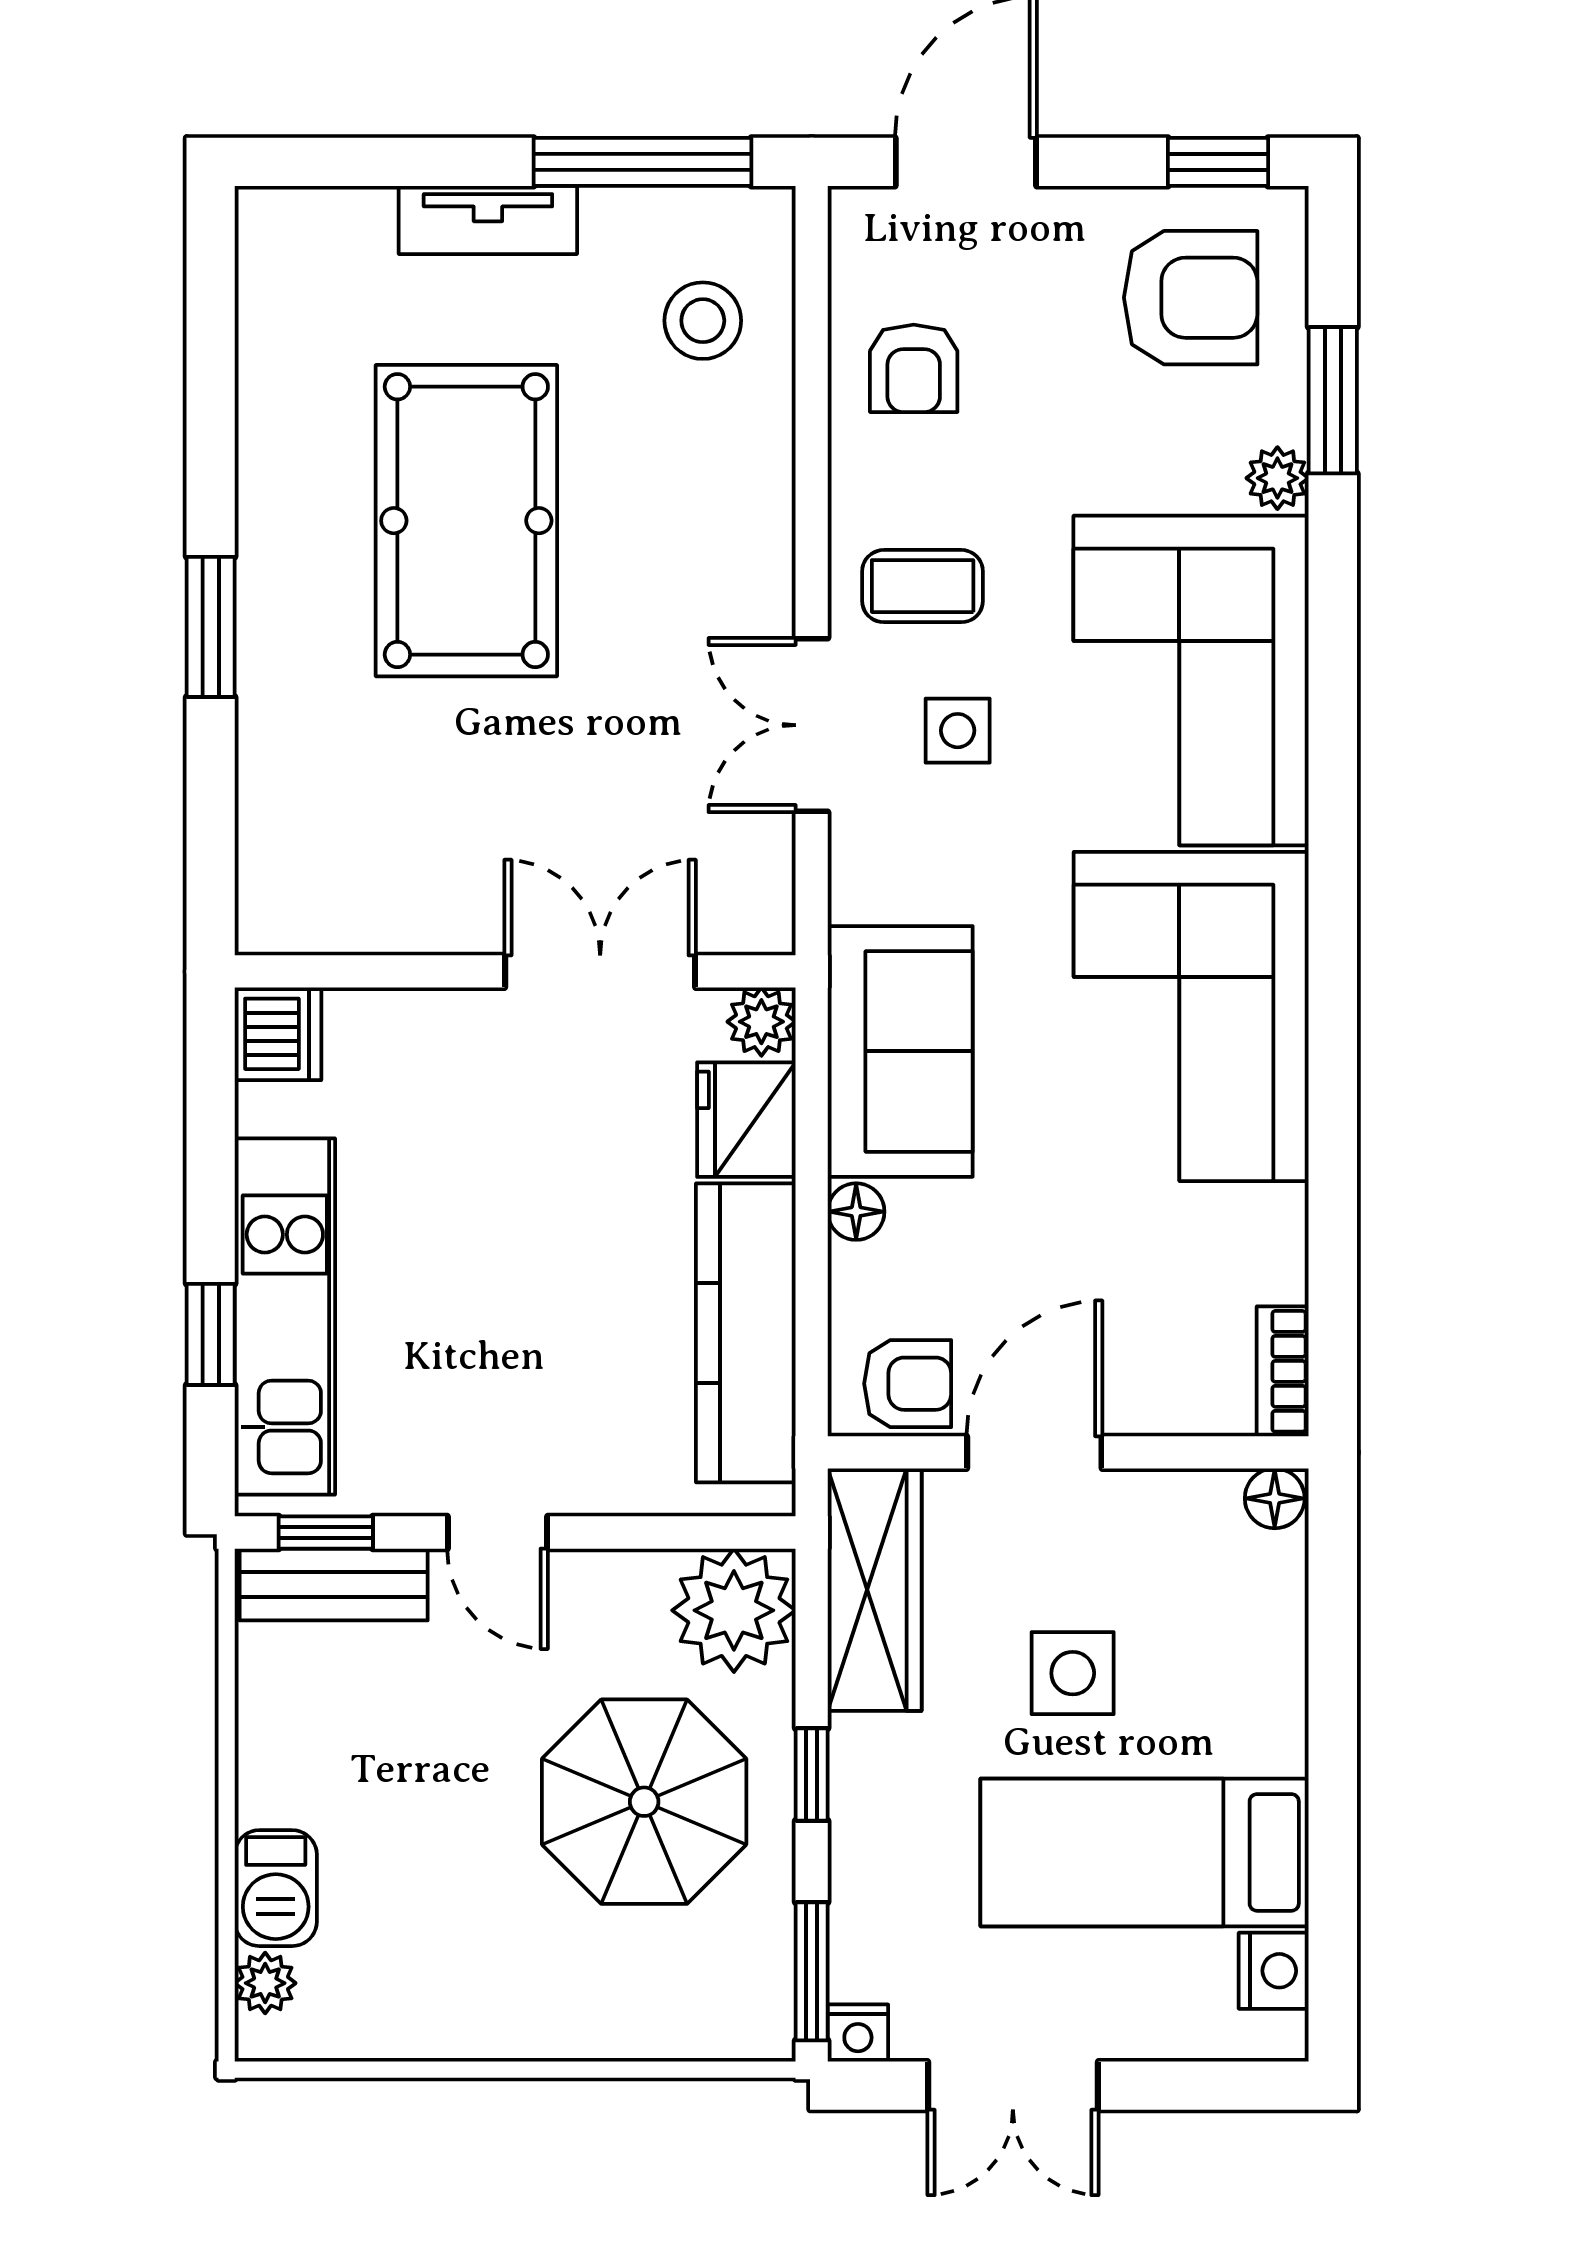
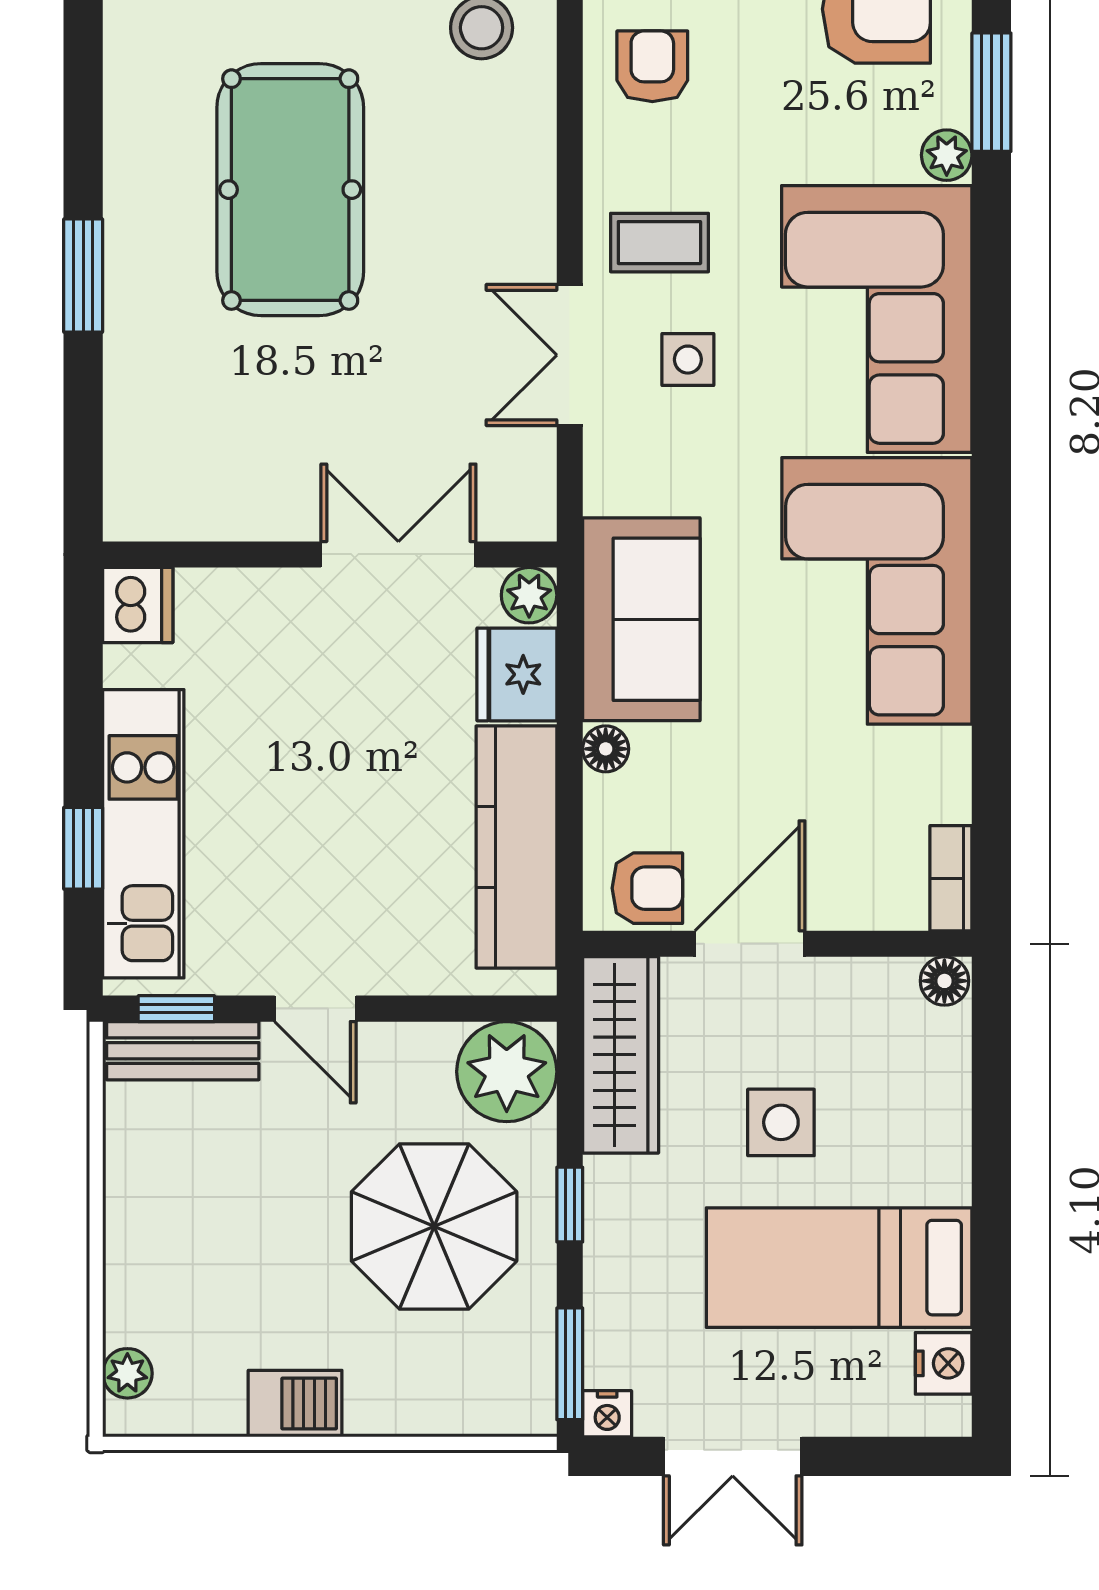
armchair: (914, 368) -> (652, 66), turned 180
barbecue: (276, 1888) -> (295, 1404), moved, turned -90

